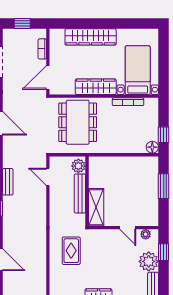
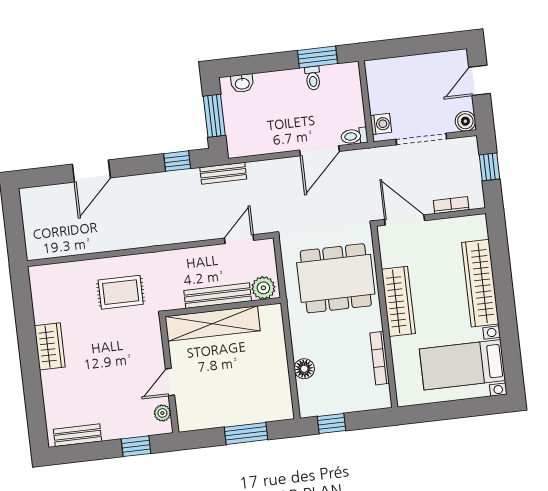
bed with nightstands: (138, 70) -> (462, 365), moved, turned 180
floor lamp: (152, 147) -> (304, 369), moved
shelving: (96, 207) -> (213, 324), width x1.47
plant: (149, 261) -> (118, 423), removed

